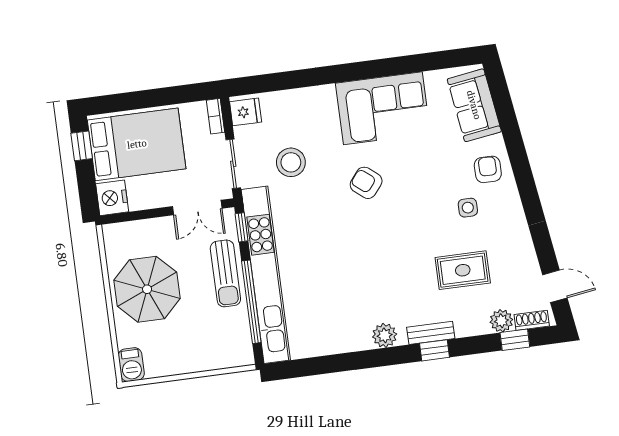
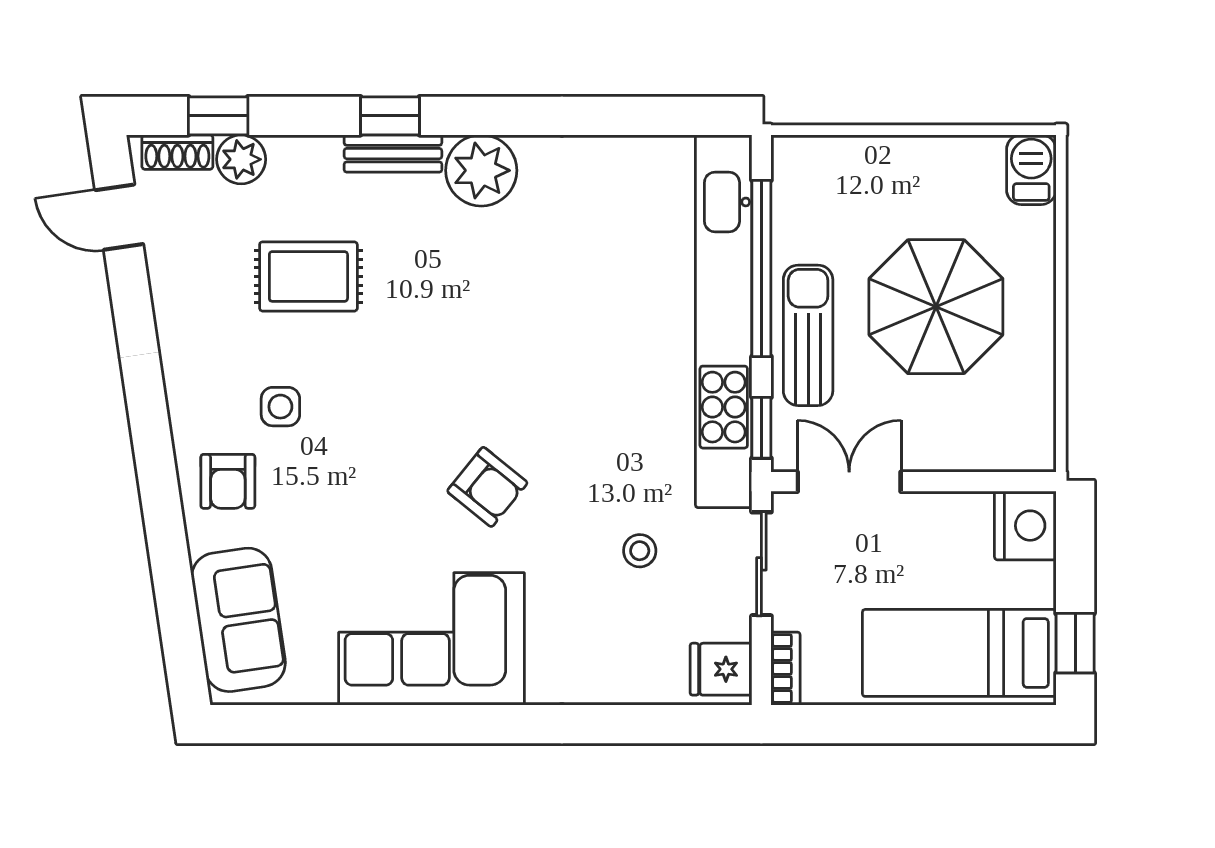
bed: (137, 144) -> (959, 653), width x0.67
stool: (291, 162) -> (640, 551), width x0.53, depth x0.53
parasol: (147, 289) -> (936, 307), moved
plant: (385, 335) -> (481, 170), width x1.36, depth x1.36

